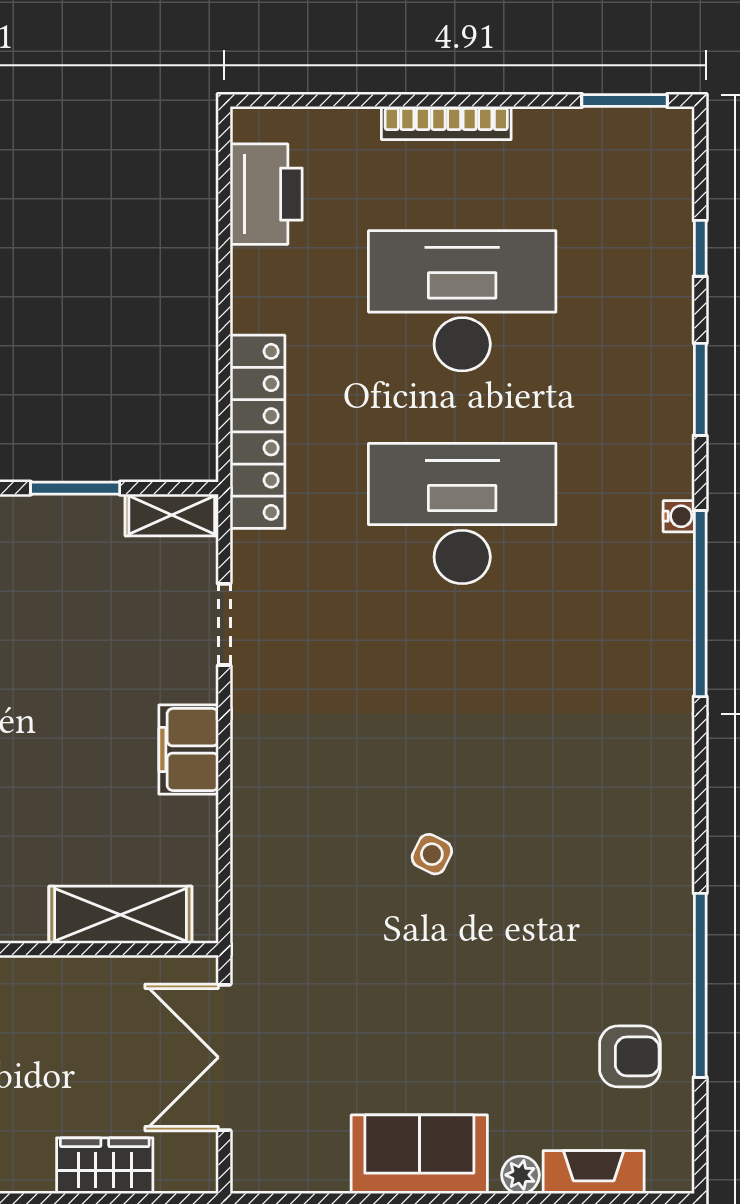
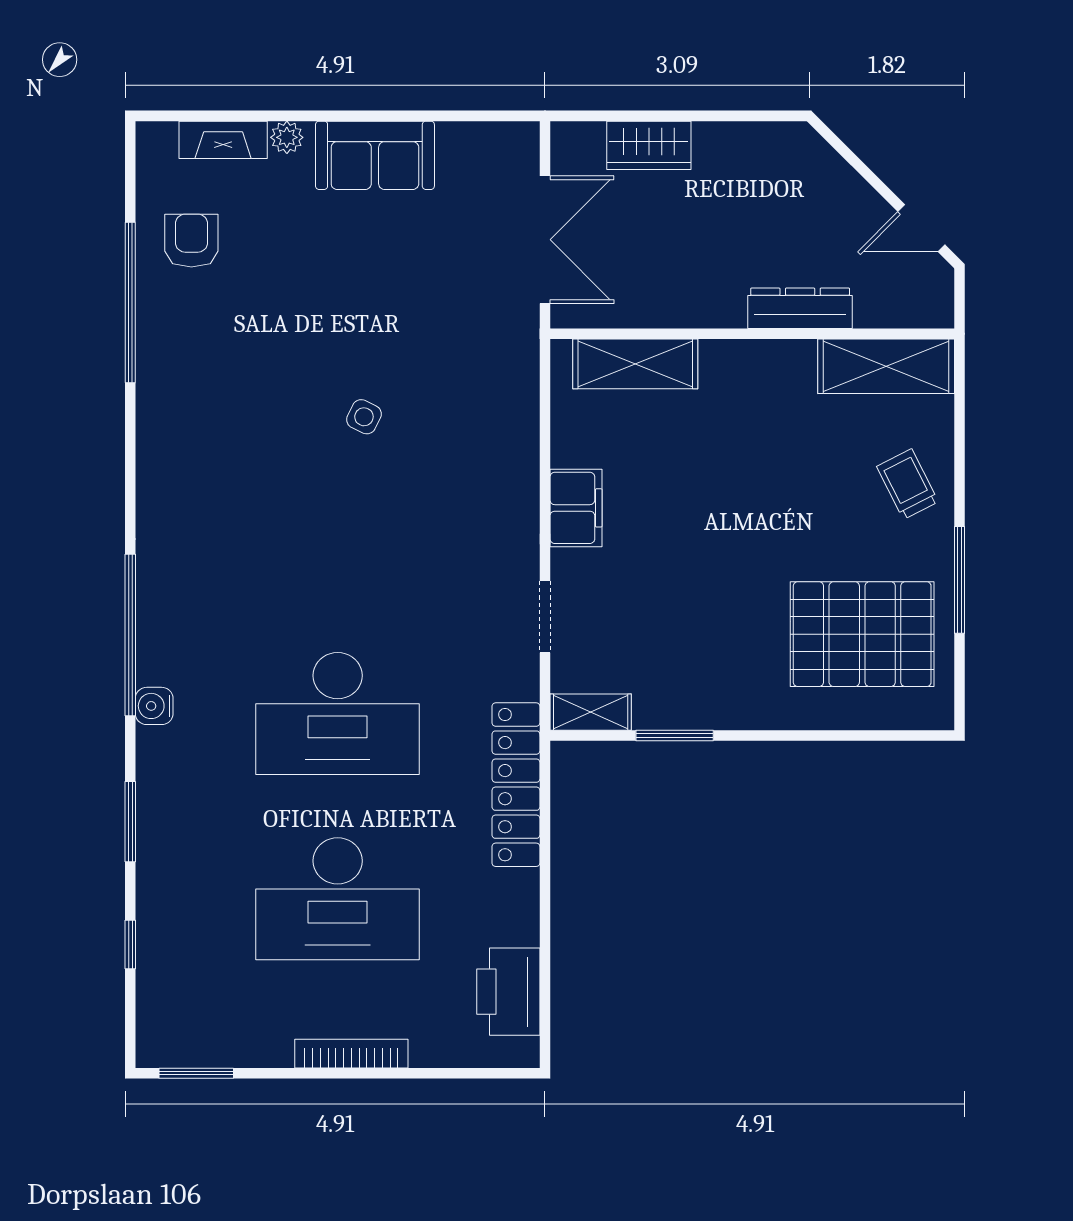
water cooler: (679, 516) -> (154, 706), width x1.38, depth x1.38
armchair: (630, 1056) -> (191, 241), turned 90

